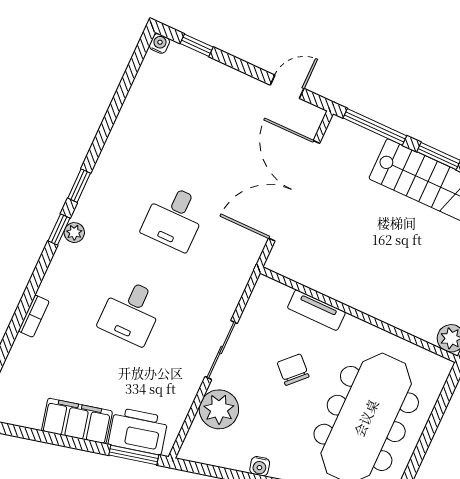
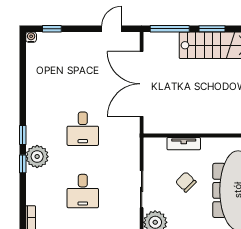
plant: (74, 233) -> (37, 157), width x1.87, depth x1.87

